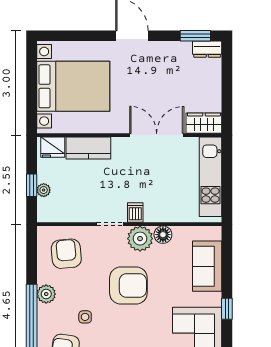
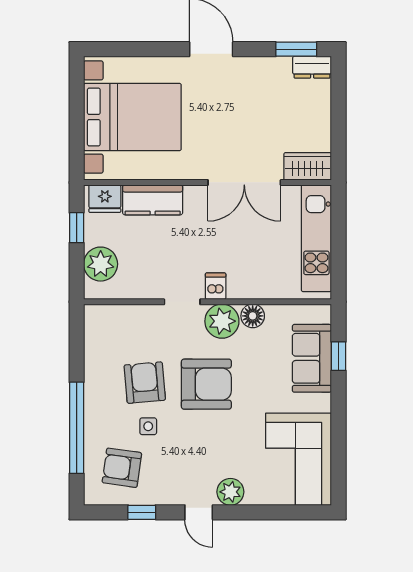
double door: (157, 135) -> (244, 182), swing flipped
window: (32, 185) -> (77, 228), moved
plant: (44, 190) -> (101, 264), width x1.88, depth x1.88
armchair: (66, 254) -> (145, 383), moved
plant: (46, 294) -> (96, 396), removed
window: (227, 309) -> (338, 356), moved

